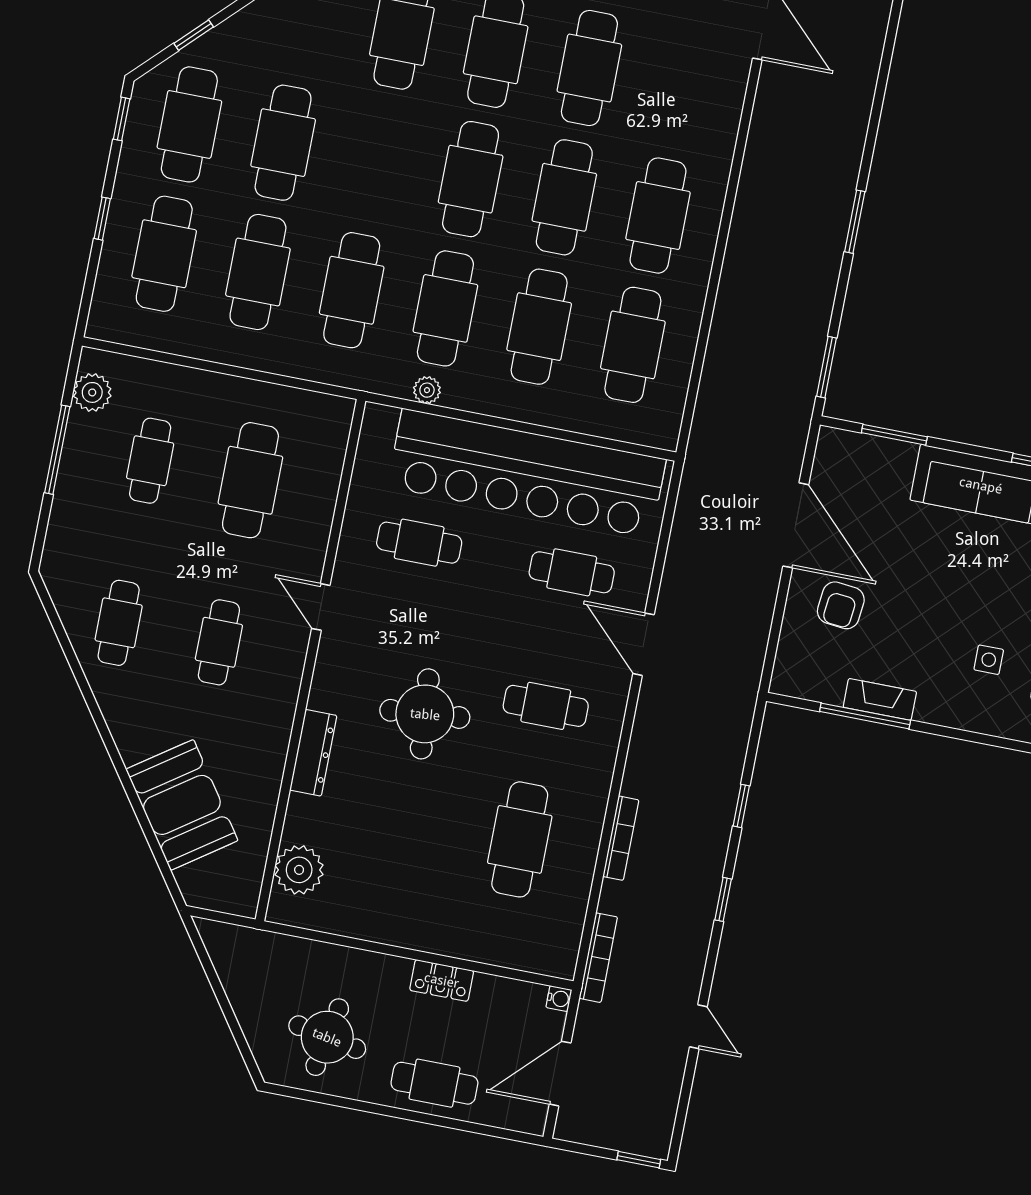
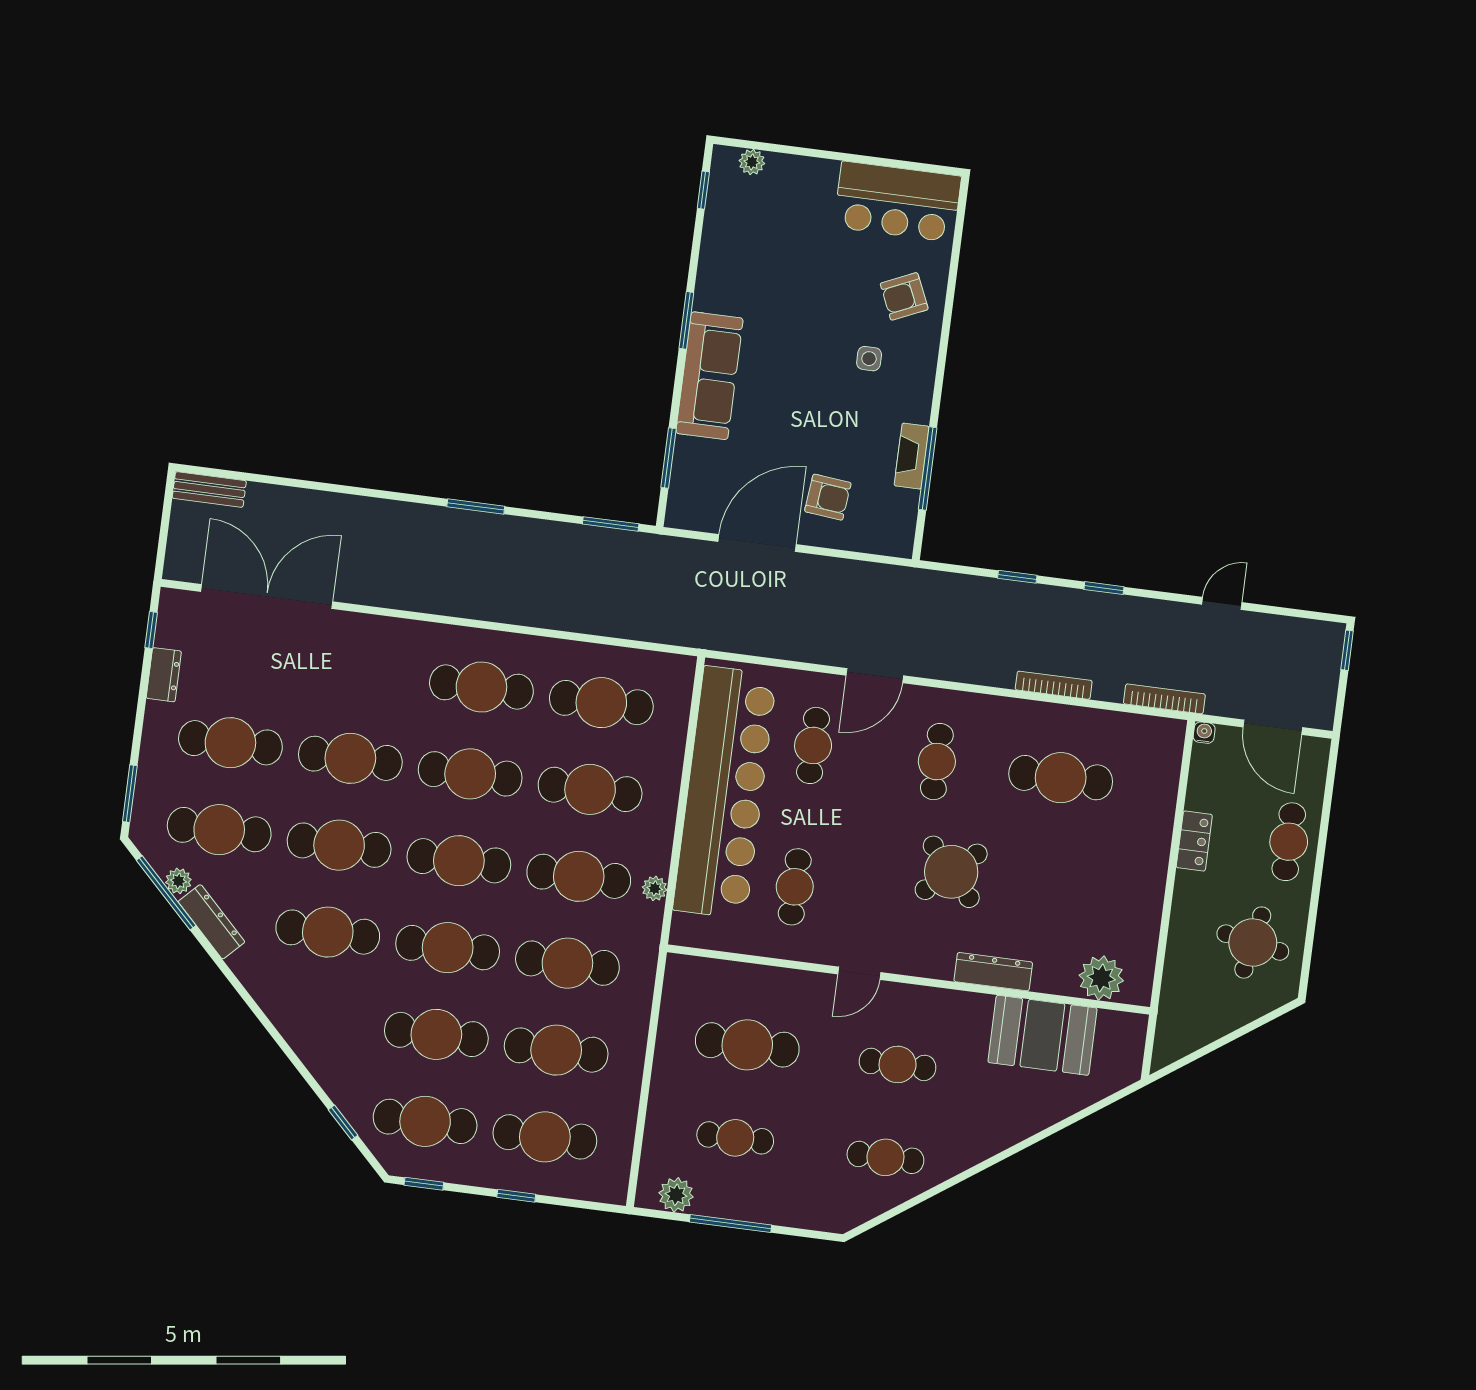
cafe table: (377, 161) -> (448, 948), added
round table: (425, 714) -> (951, 872), turned -37
booth: (182, 805) -> (1042, 1035), moved, turned 35

